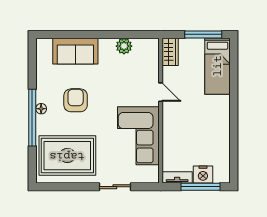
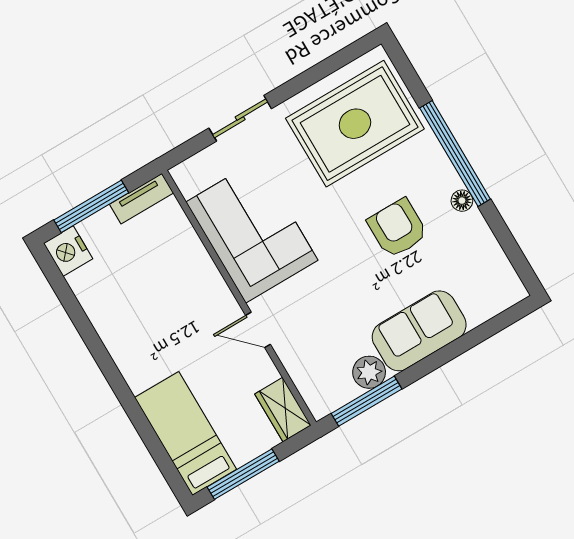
window: (132, 34) -> (366, 401), added
sofa: (75, 51) -> (419, 331), moved
armchair: (76, 100) -> (397, 228), turned 180
floor lamp: (41, 109) -> (462, 201), moved
nightstand: (203, 175) -> (68, 251), moved, turned -90

